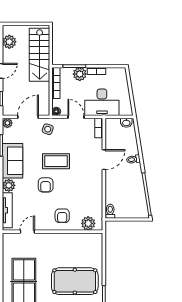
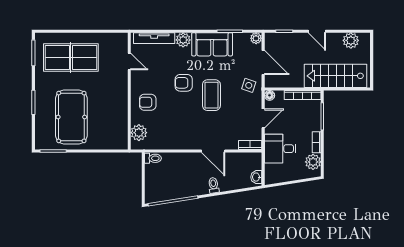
plant: (80, 74) -> (313, 162), moved
desk: (102, 102) -> (280, 149), width x0.73

